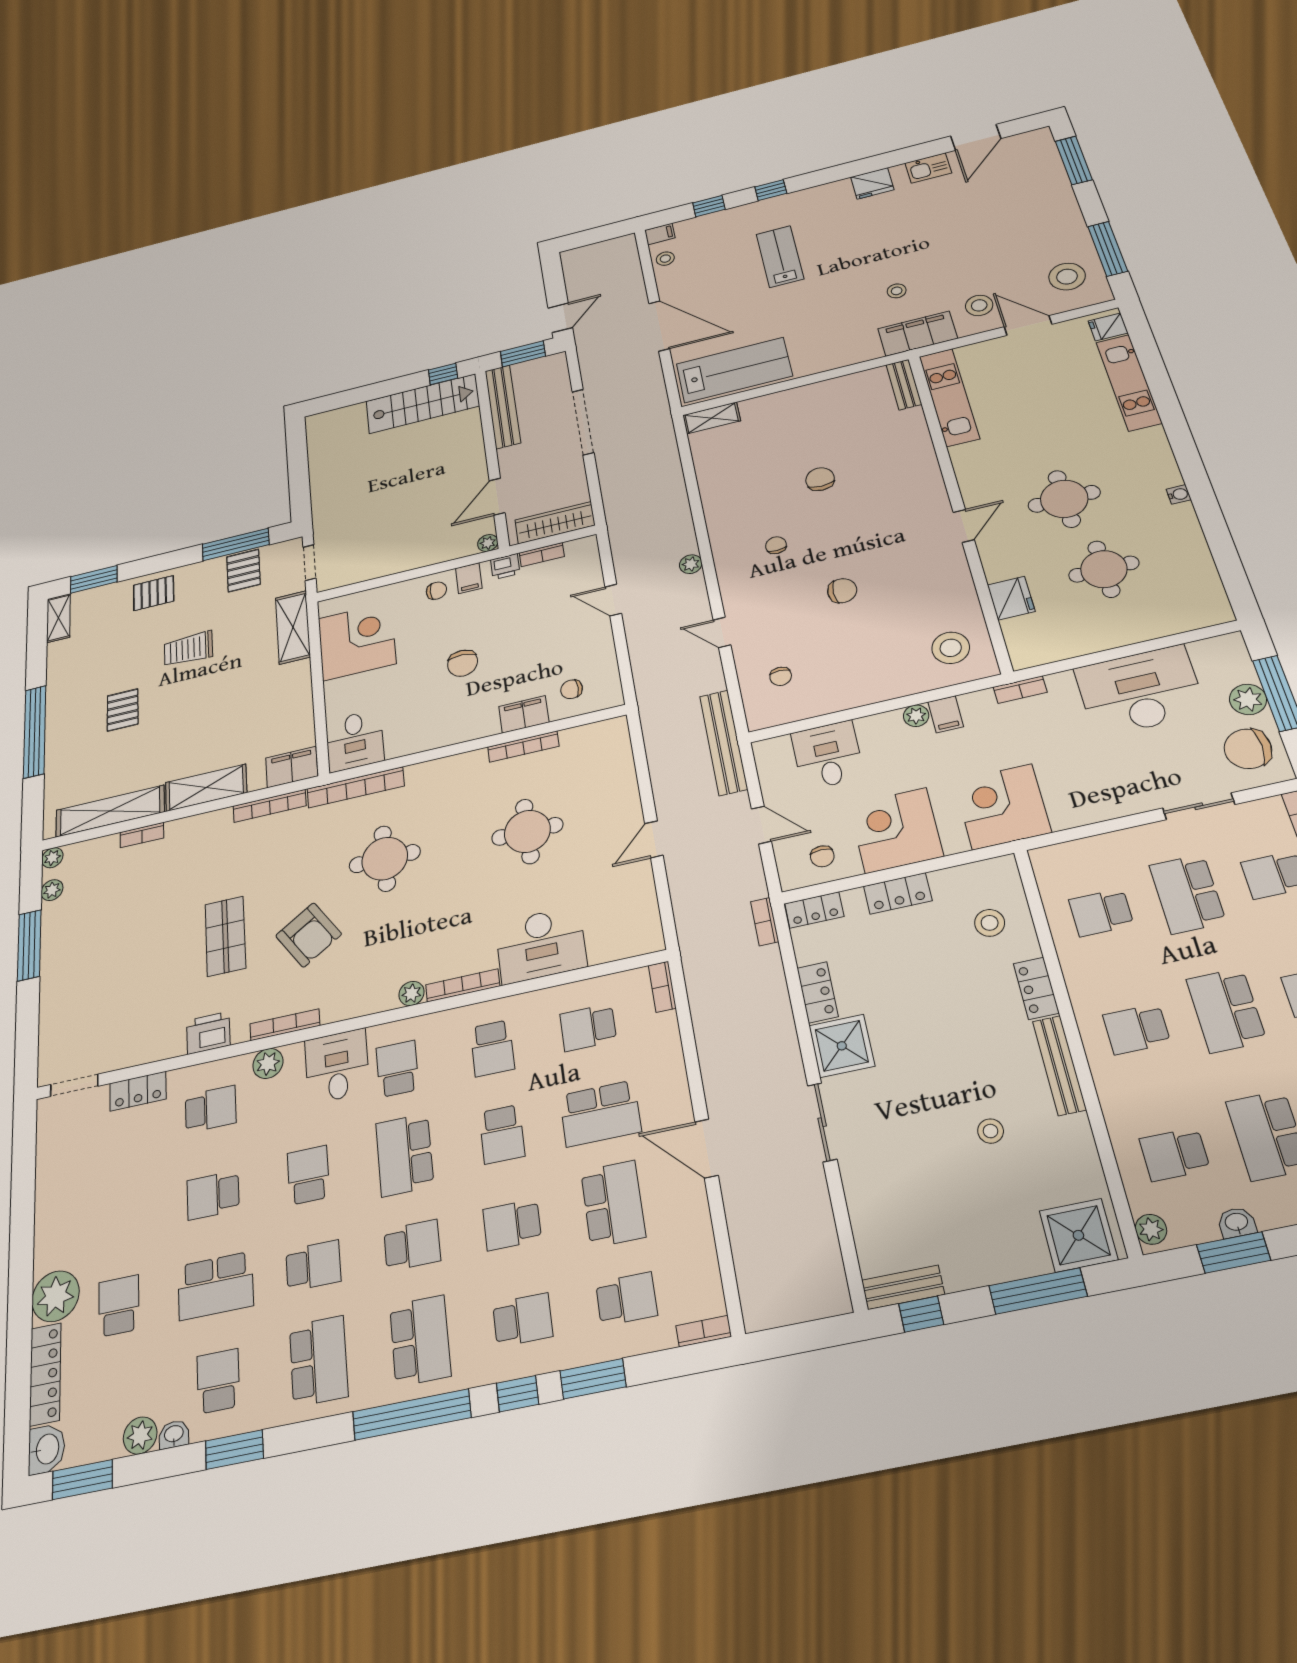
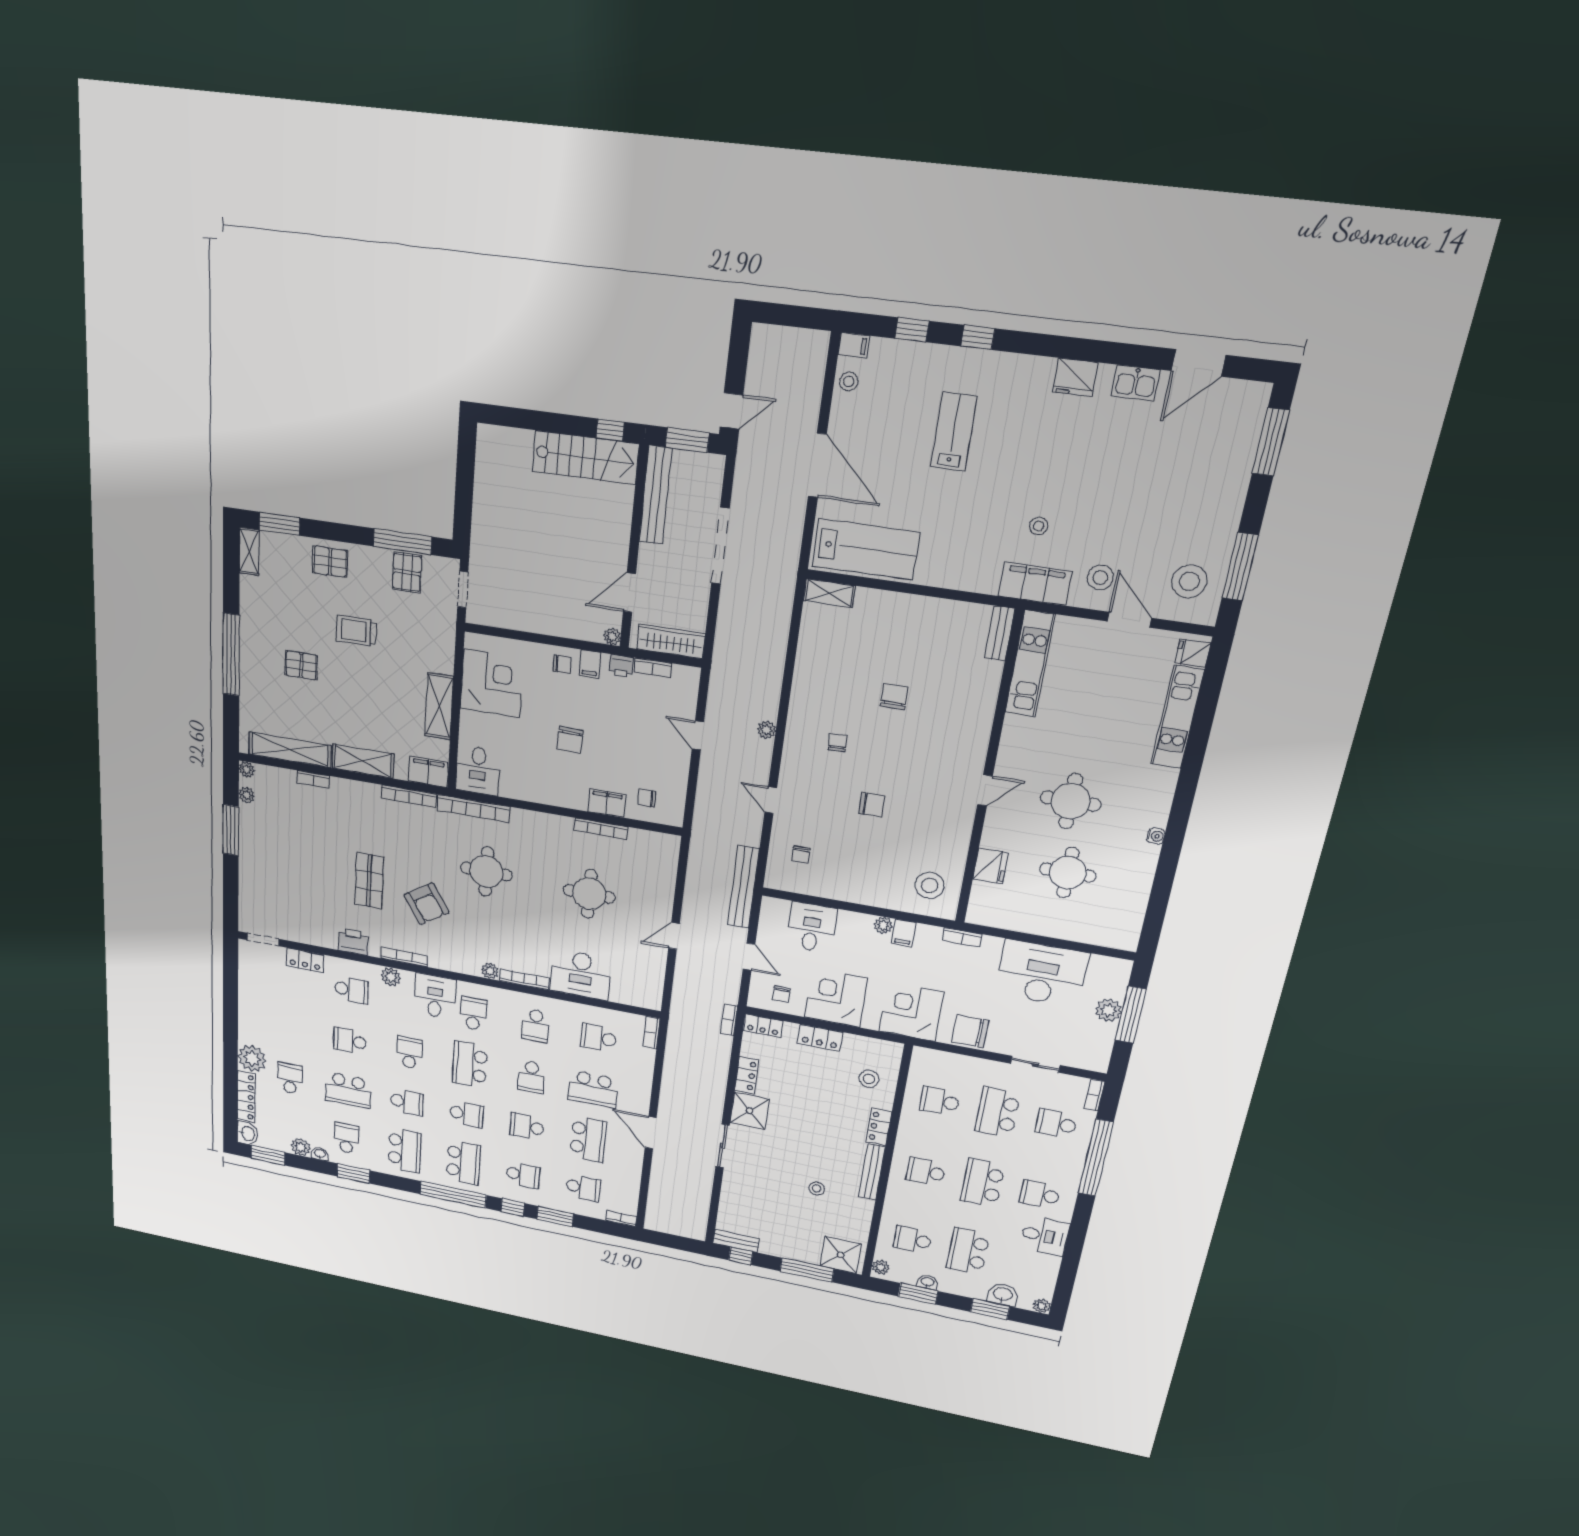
shelving: (293, 627) -> (439, 706), moved
pallet: (123, 710) -> (301, 665), turned 90
chair: (1248, 749) -> (970, 1031), moved

